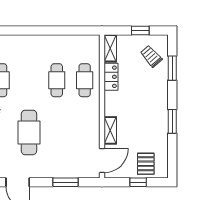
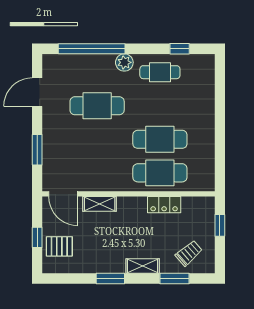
window: (140, 30) -> (220, 225), moved
shelving: (110, 48) -> (143, 266), moved
cafe table: (57, 80) -> (160, 139), width x1.37, depth x1.35
cafe table: (85, 80) -> (160, 173), width x1.37, depth x1.35

